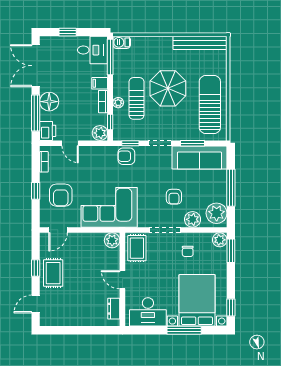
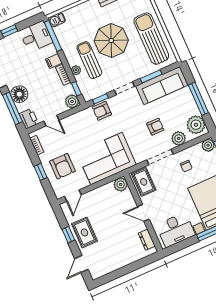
armchair: (174, 197) -> (155, 127), turned -90

